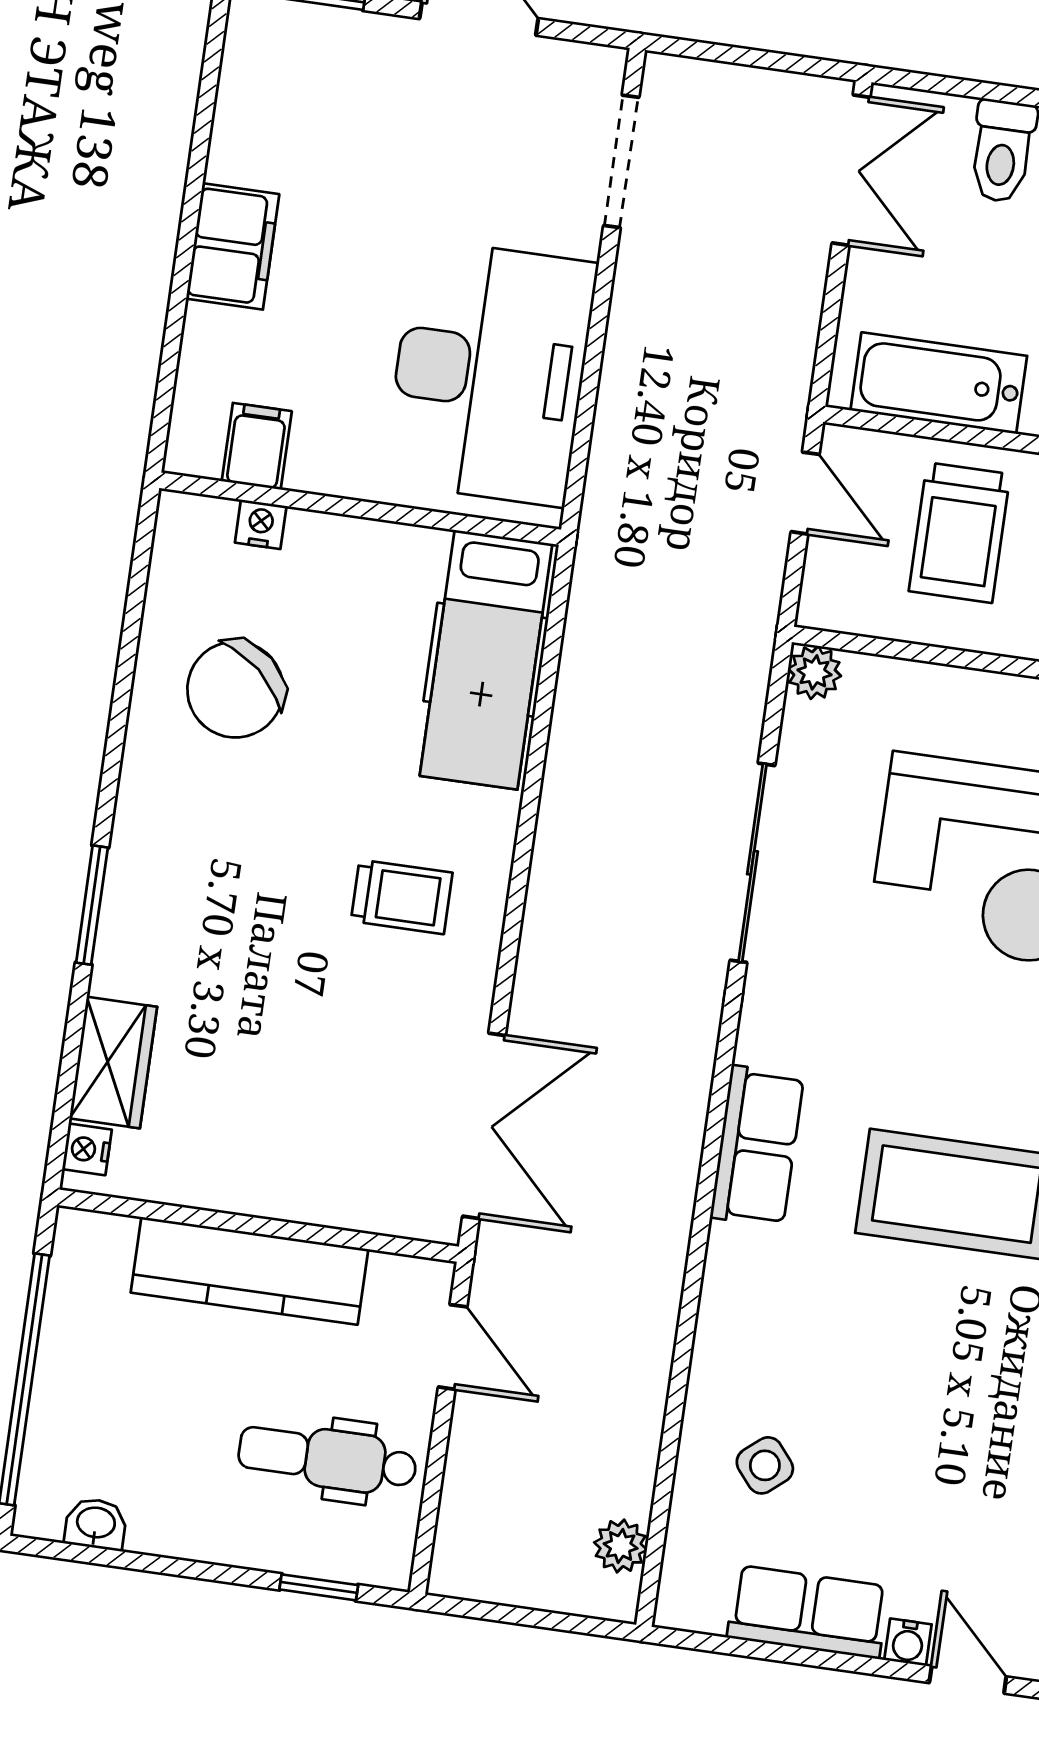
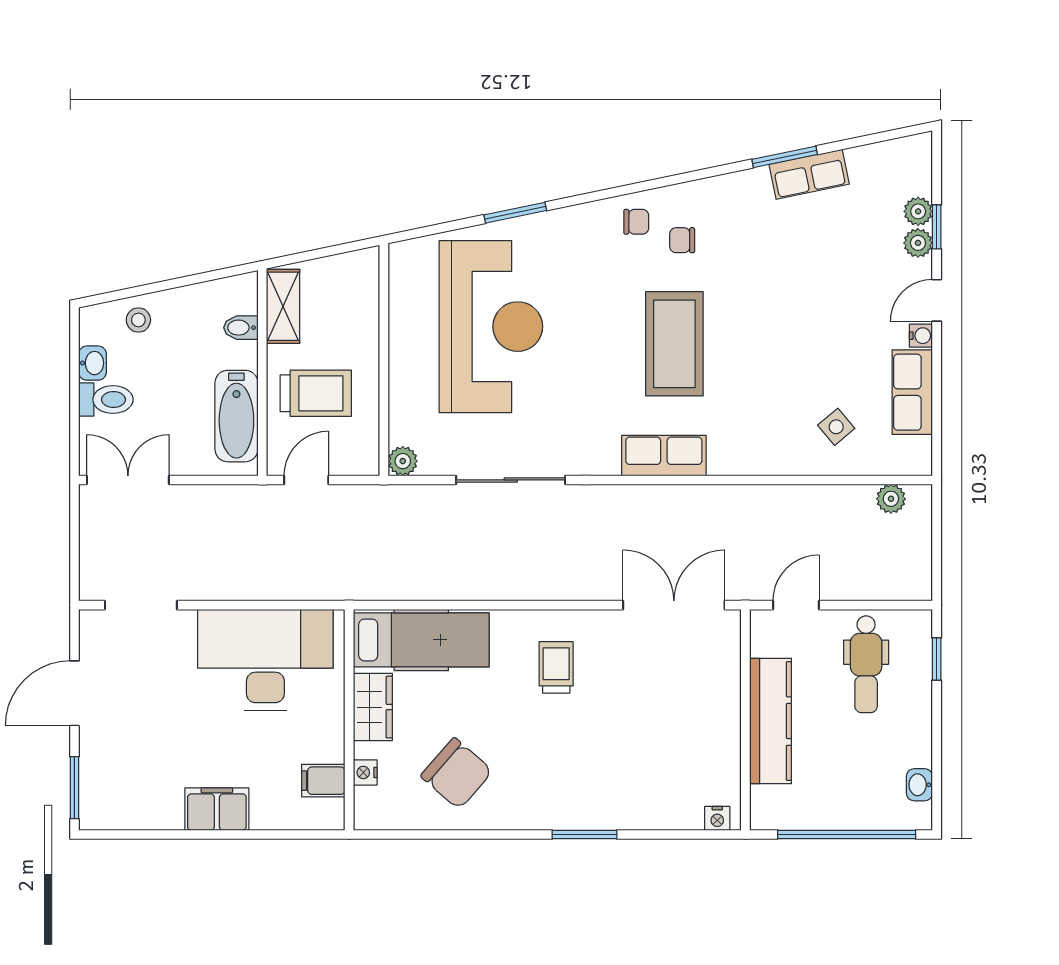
wardrobe: (113, 1063) -> (373, 707), moved, turned 90

